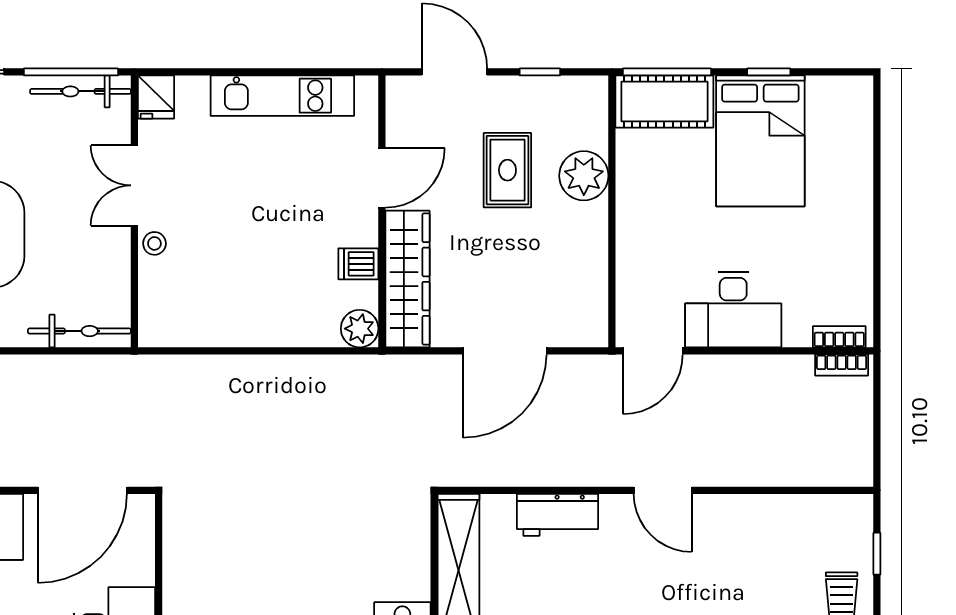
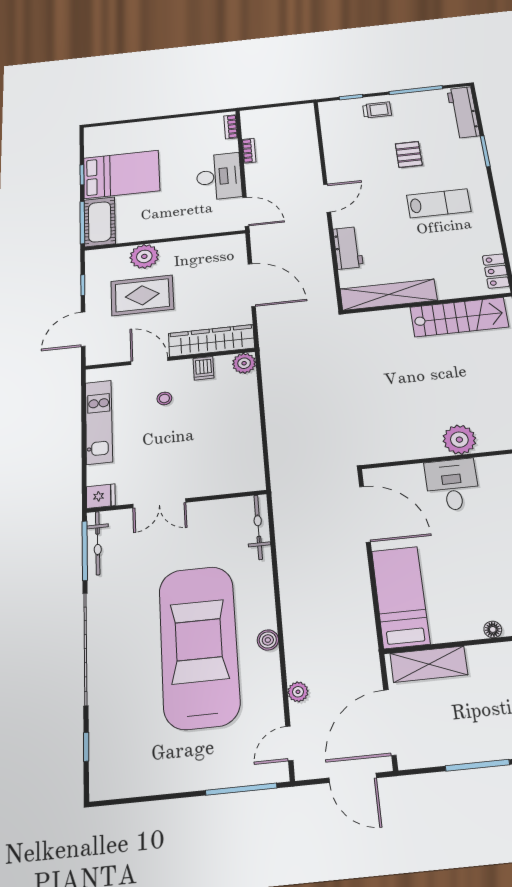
rug: (507, 170) -> (142, 295), width x1.36, depth x1.43
stool: (154, 243) -> (164, 398), moved
bookcase: (842, 365) -> (249, 151), moved

